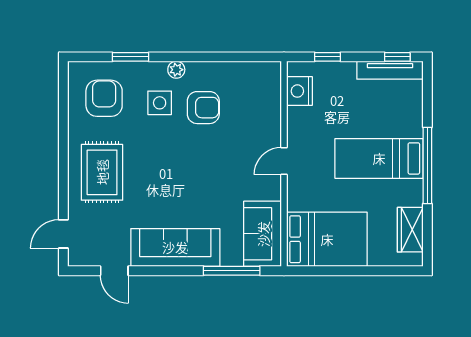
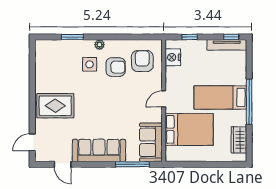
armchair: (104, 98) -> (142, 61), moved
rug: (102, 172) -> (55, 106), turned 90
bed: (327, 239) -> (189, 129), moved

